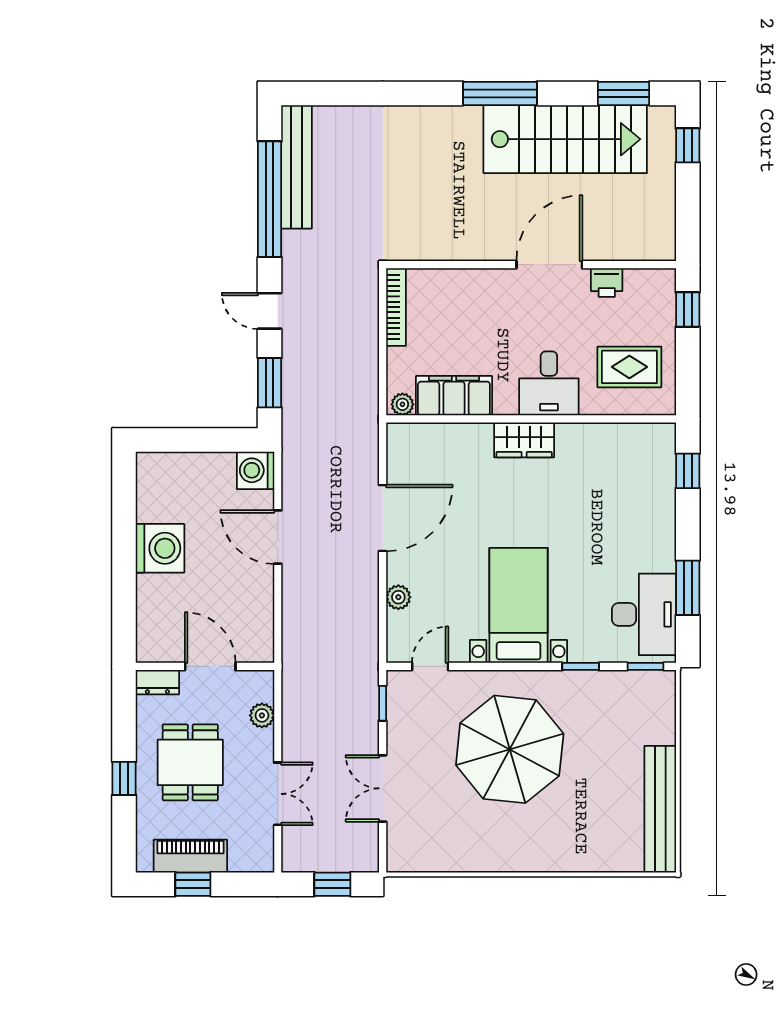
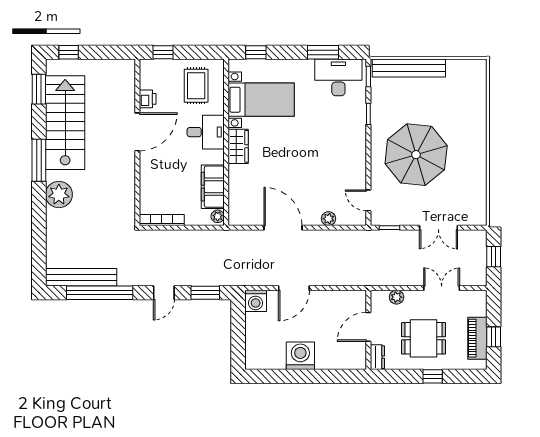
plant: (440, 128) -> (59, 194), added
door: (549, 265) -> (137, 132), swing flipped
bed with nightstands: (519, 605) -> (261, 100), moved, turned 180
bench: (660, 809) -> (409, 68), moved

